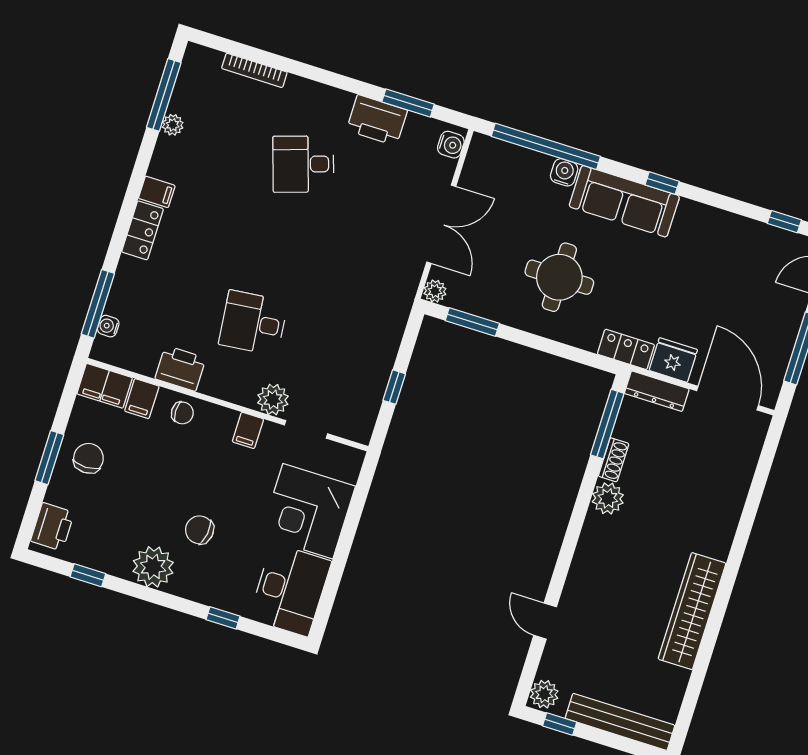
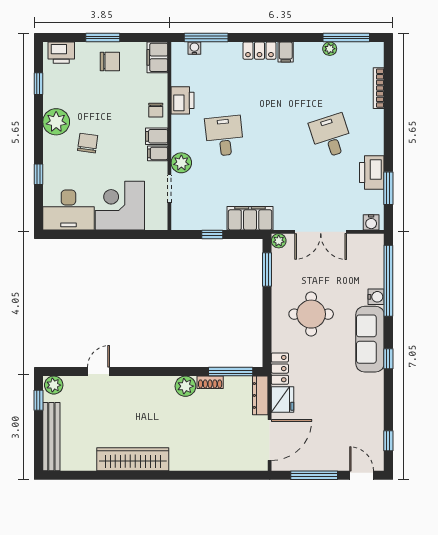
filing cabinet: (388, 323) -> (250, 218), added
filing cabinet: (142, 399) -> (157, 136), moved

